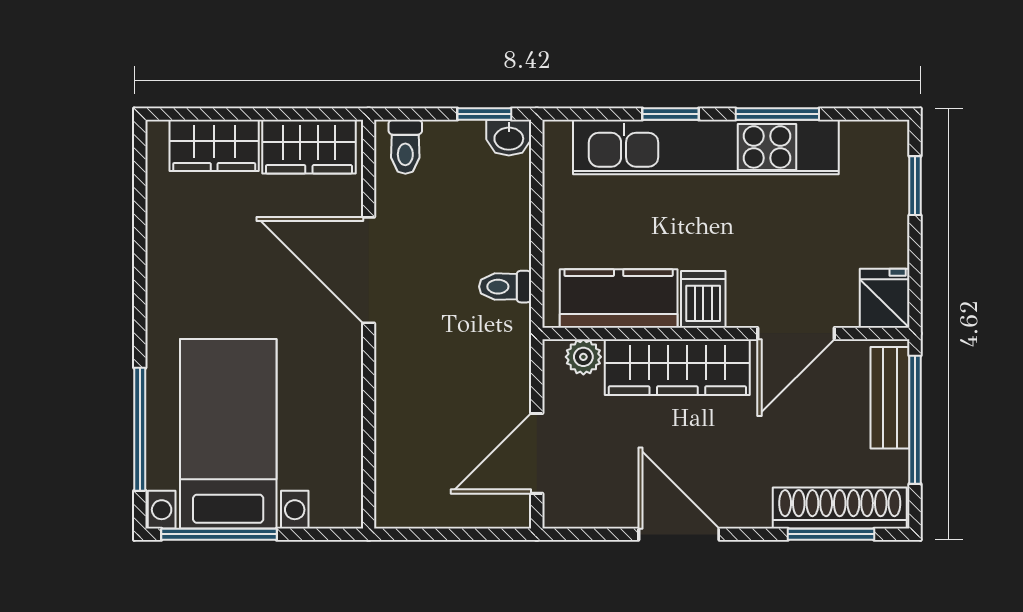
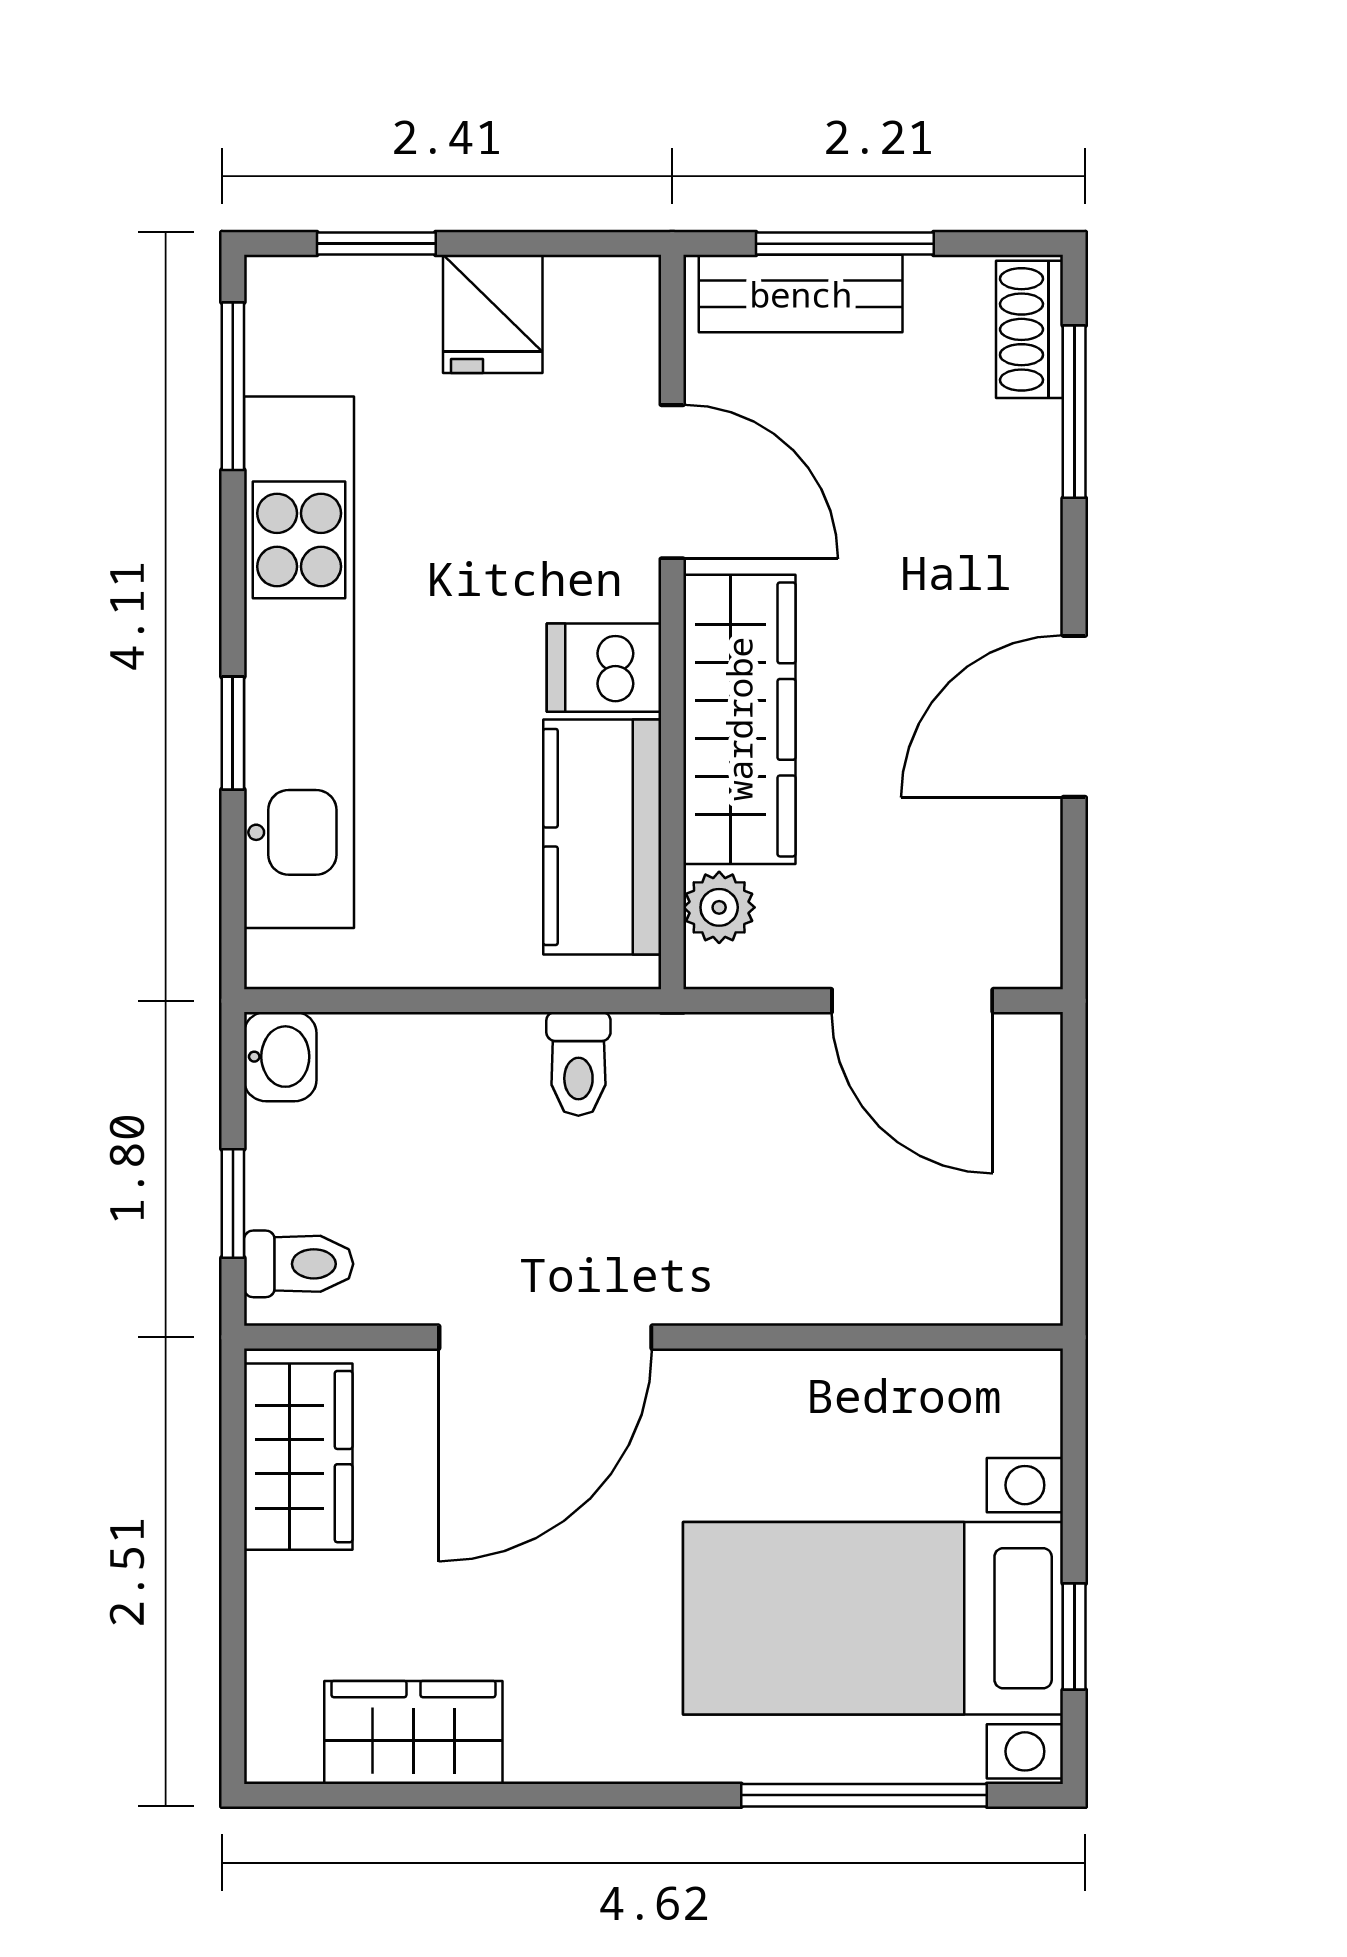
window: (484, 114) -> (233, 1203), moved
window: (777, 114) -> (233, 386), moved
wardrobe: (214, 145) -> (413, 1732), moved, turned -90
fridge: (885, 298) -> (493, 314), moved, turned -90
window: (915, 420) -> (845, 244), width x0.69
shoe rack: (840, 508) -> (1030, 329), width x0.51, depth x0.81
window: (219, 534) -> (1074, 1637), width x0.46

